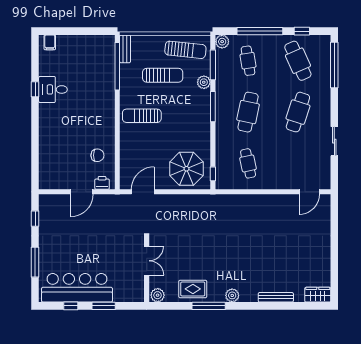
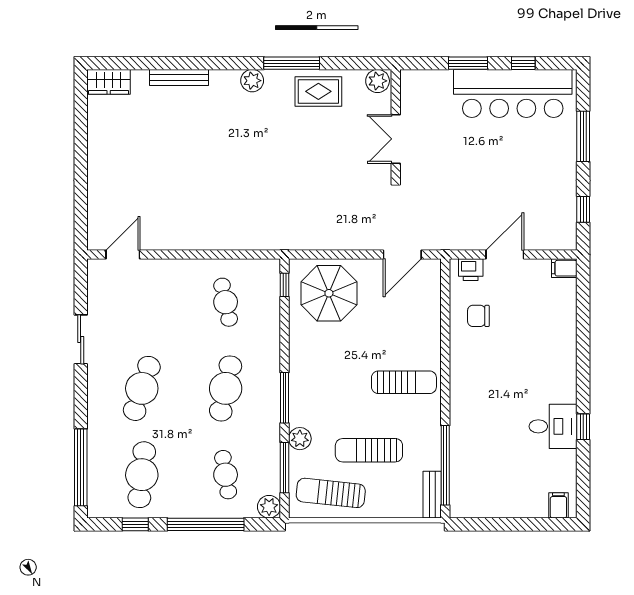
cafe table: (298, 61) -> (142, 475), turned 30
filing cabinet: (46, 184) -> (564, 268), added

